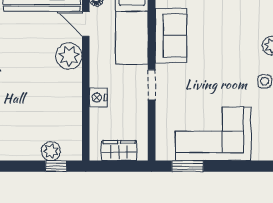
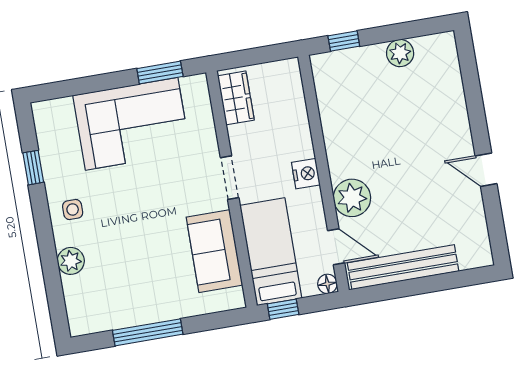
nightstand: (98, 98) -> (306, 174), moved
plant: (51, 151) -> (400, 53), moved
wardrobe: (119, 151) -> (236, 98), moved, turned -90

